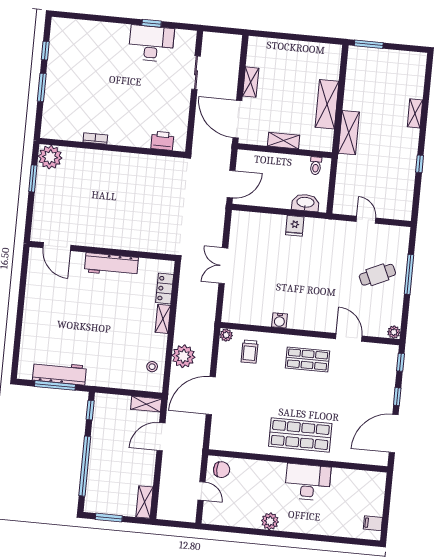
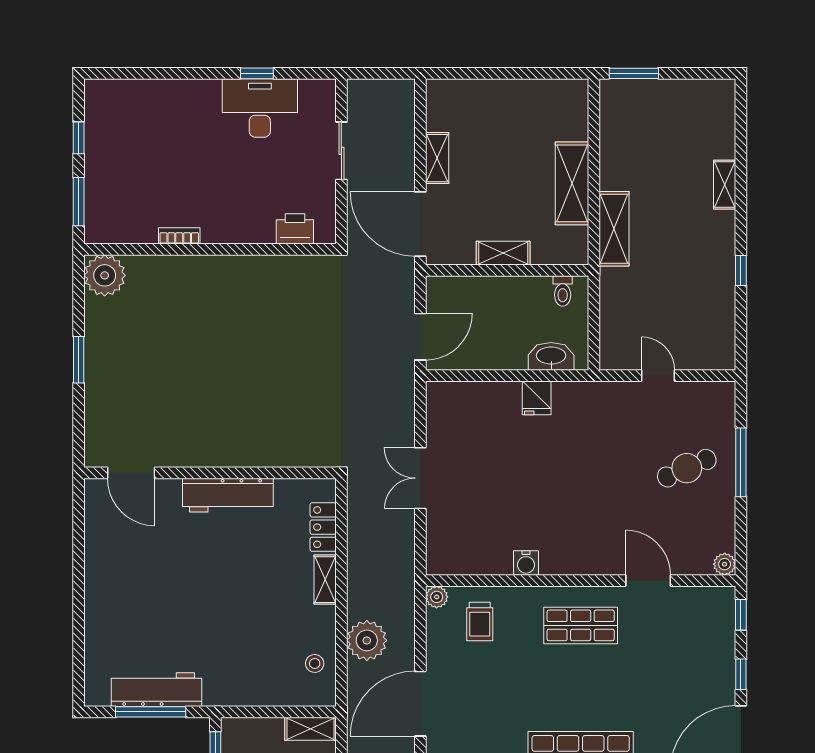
bookcase: (95, 138) -> (179, 236), moved
printer: (162, 141) -> (295, 229), moved
wall: (112, 148) -> (210, 249), moved
plant: (50, 157) -> (105, 275), moved

